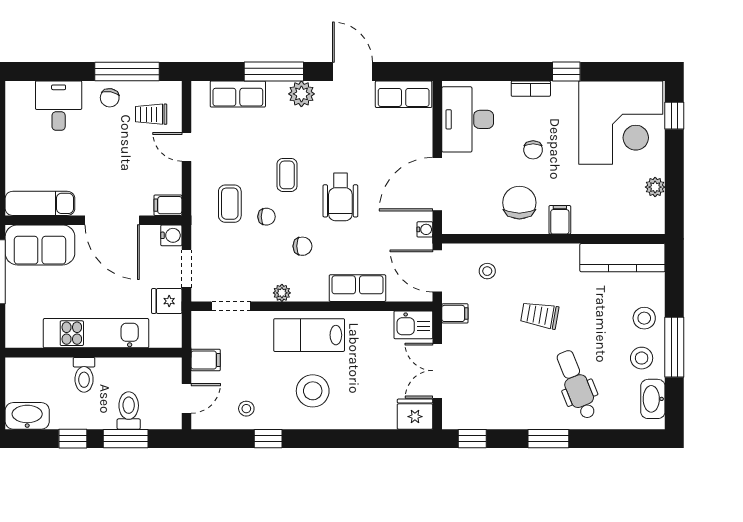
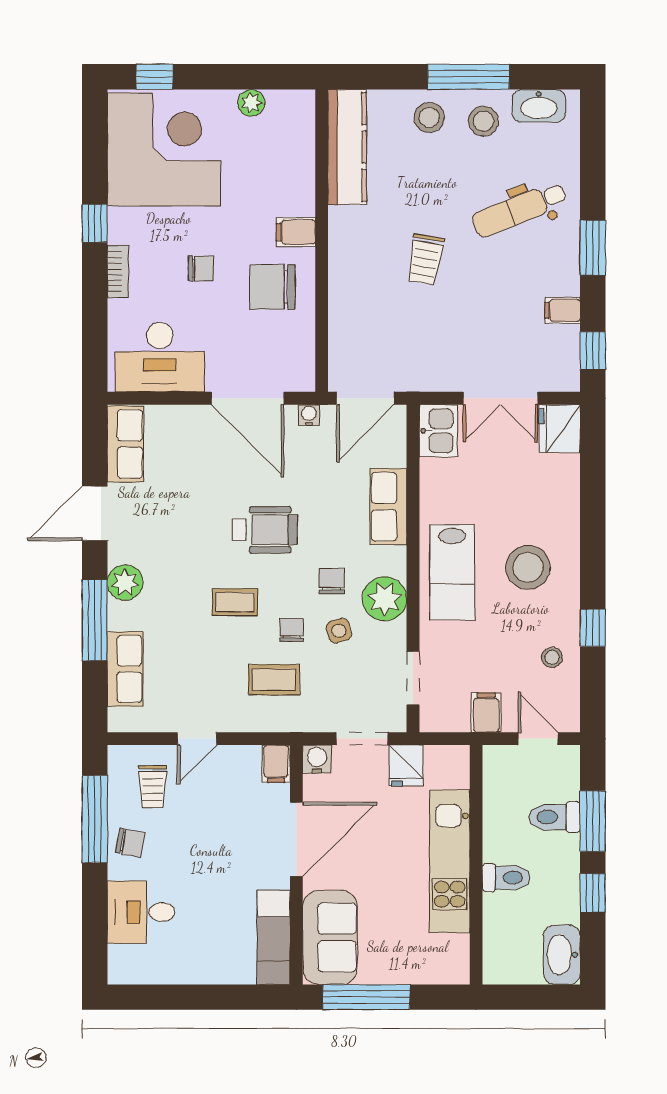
side table: (266, 252) -> (339, 631), added
stool: (487, 271) -> (365, 331), removed
plant: (282, 293) -> (385, 599), width x1.88, depth x1.88
filing cabinet: (455, 313) -> (562, 310), moved, turned -90

